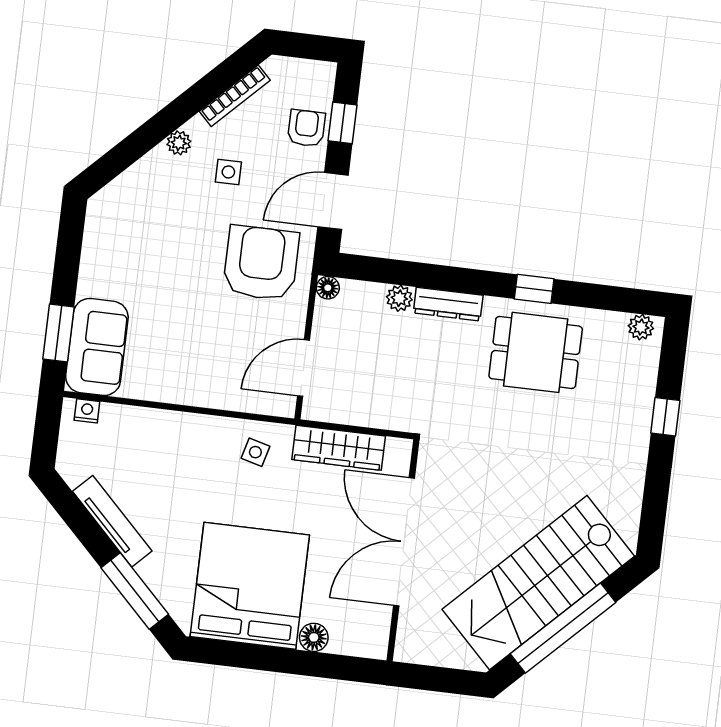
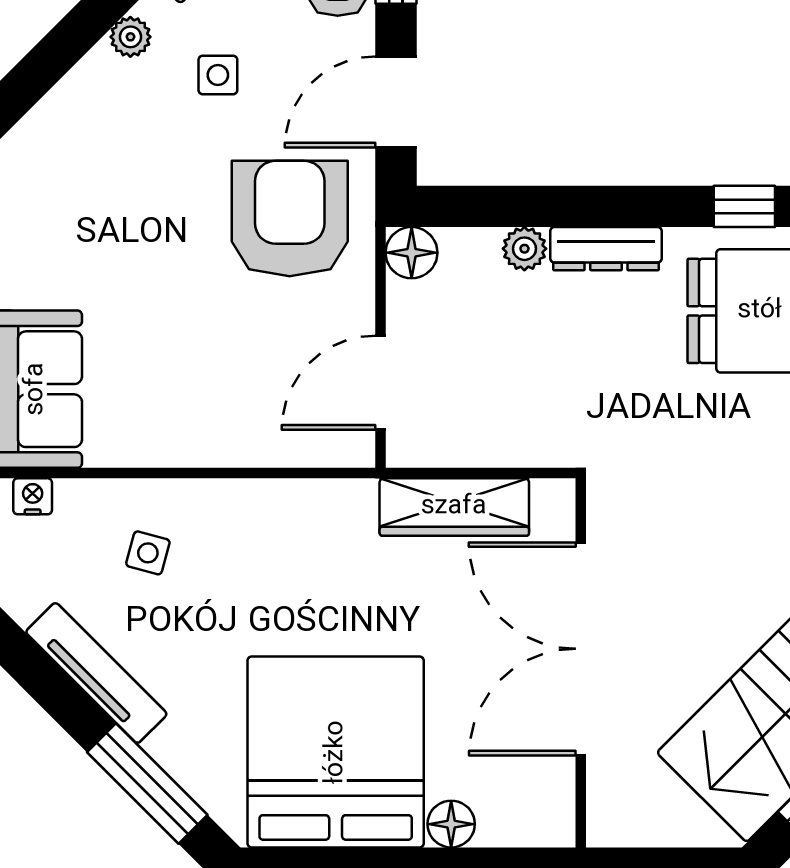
floor lamp: (328, 288) -> (412, 253), width x1.37, depth x1.37
side table: (255, 452) -> (148, 553), moved

